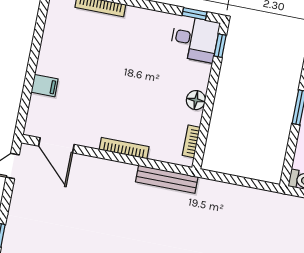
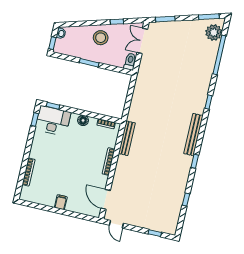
desk: (195, 39) -> (53, 121), width x1.37
filing cabinet: (45, 86) -> (61, 202), moved
door: (56, 145) -> (106, 199), swing flipped

